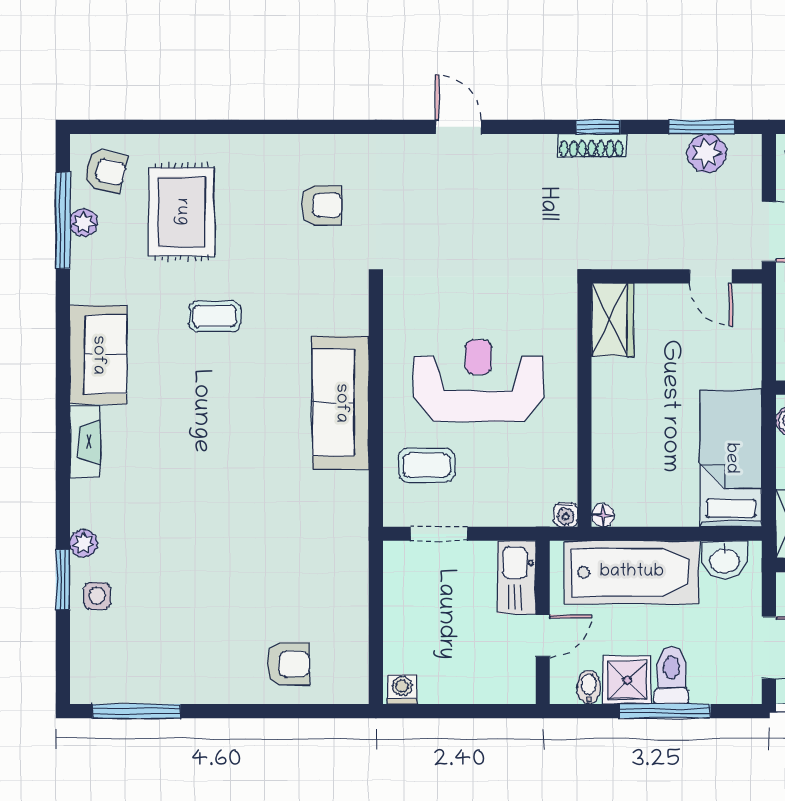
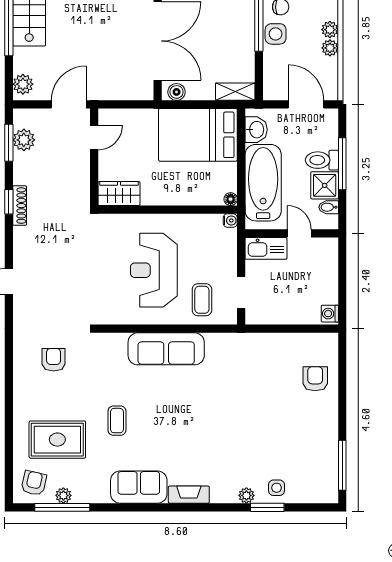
bed: (731, 458) -> (198, 135), width x1.50

